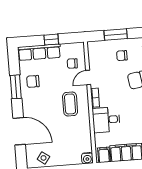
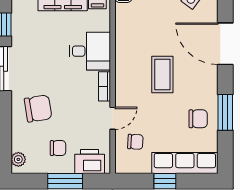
printer: (101, 48) -> (90, 162), added
coffee table: (70, 104) -> (162, 74), moved

